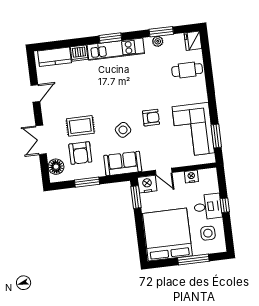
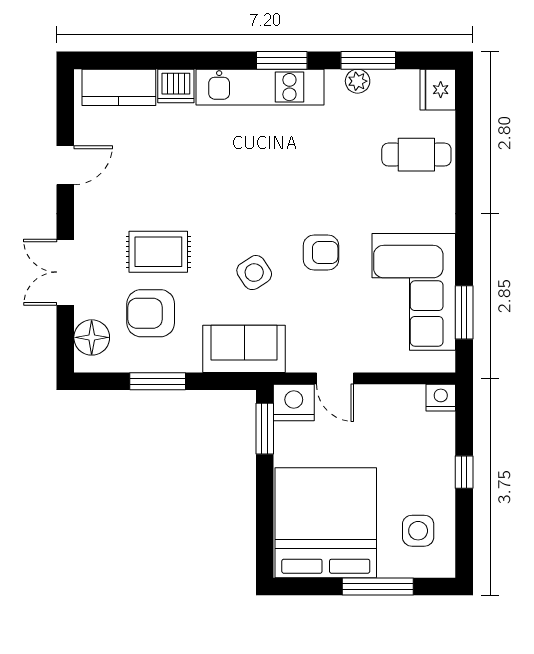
window: (110, 38) -> (282, 60), moved
armchair: (80, 153) -> (151, 313), turned 90
nightstand: (191, 177) -> (441, 398), moved
desk: (208, 207) -> (425, 470), removed

